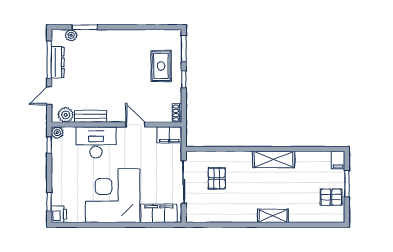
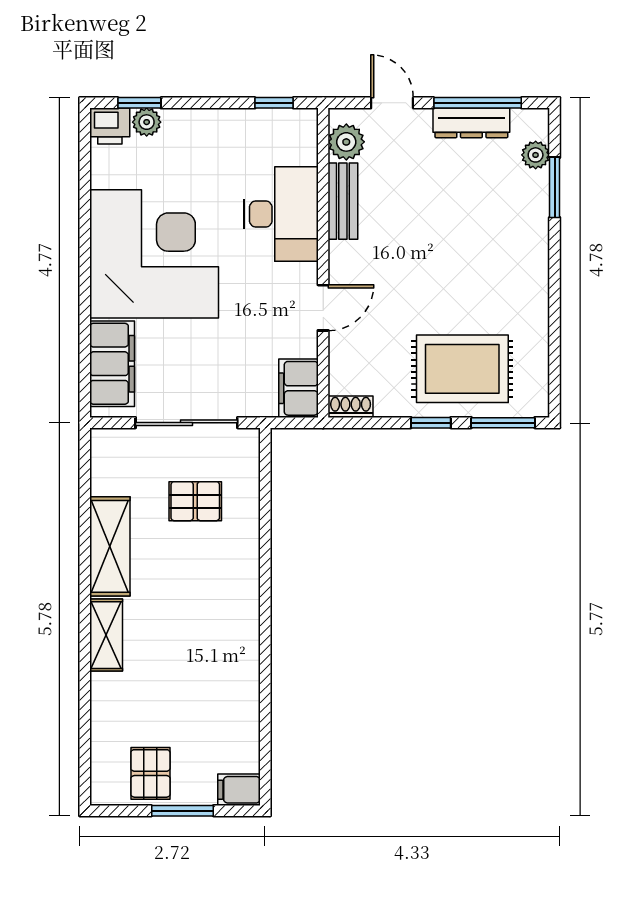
rug: (161, 66) -> (462, 369), width x1.36, depth x1.43
plant: (57, 133) -> (147, 122), moved
shelving: (274, 159) -> (110, 546), moved

